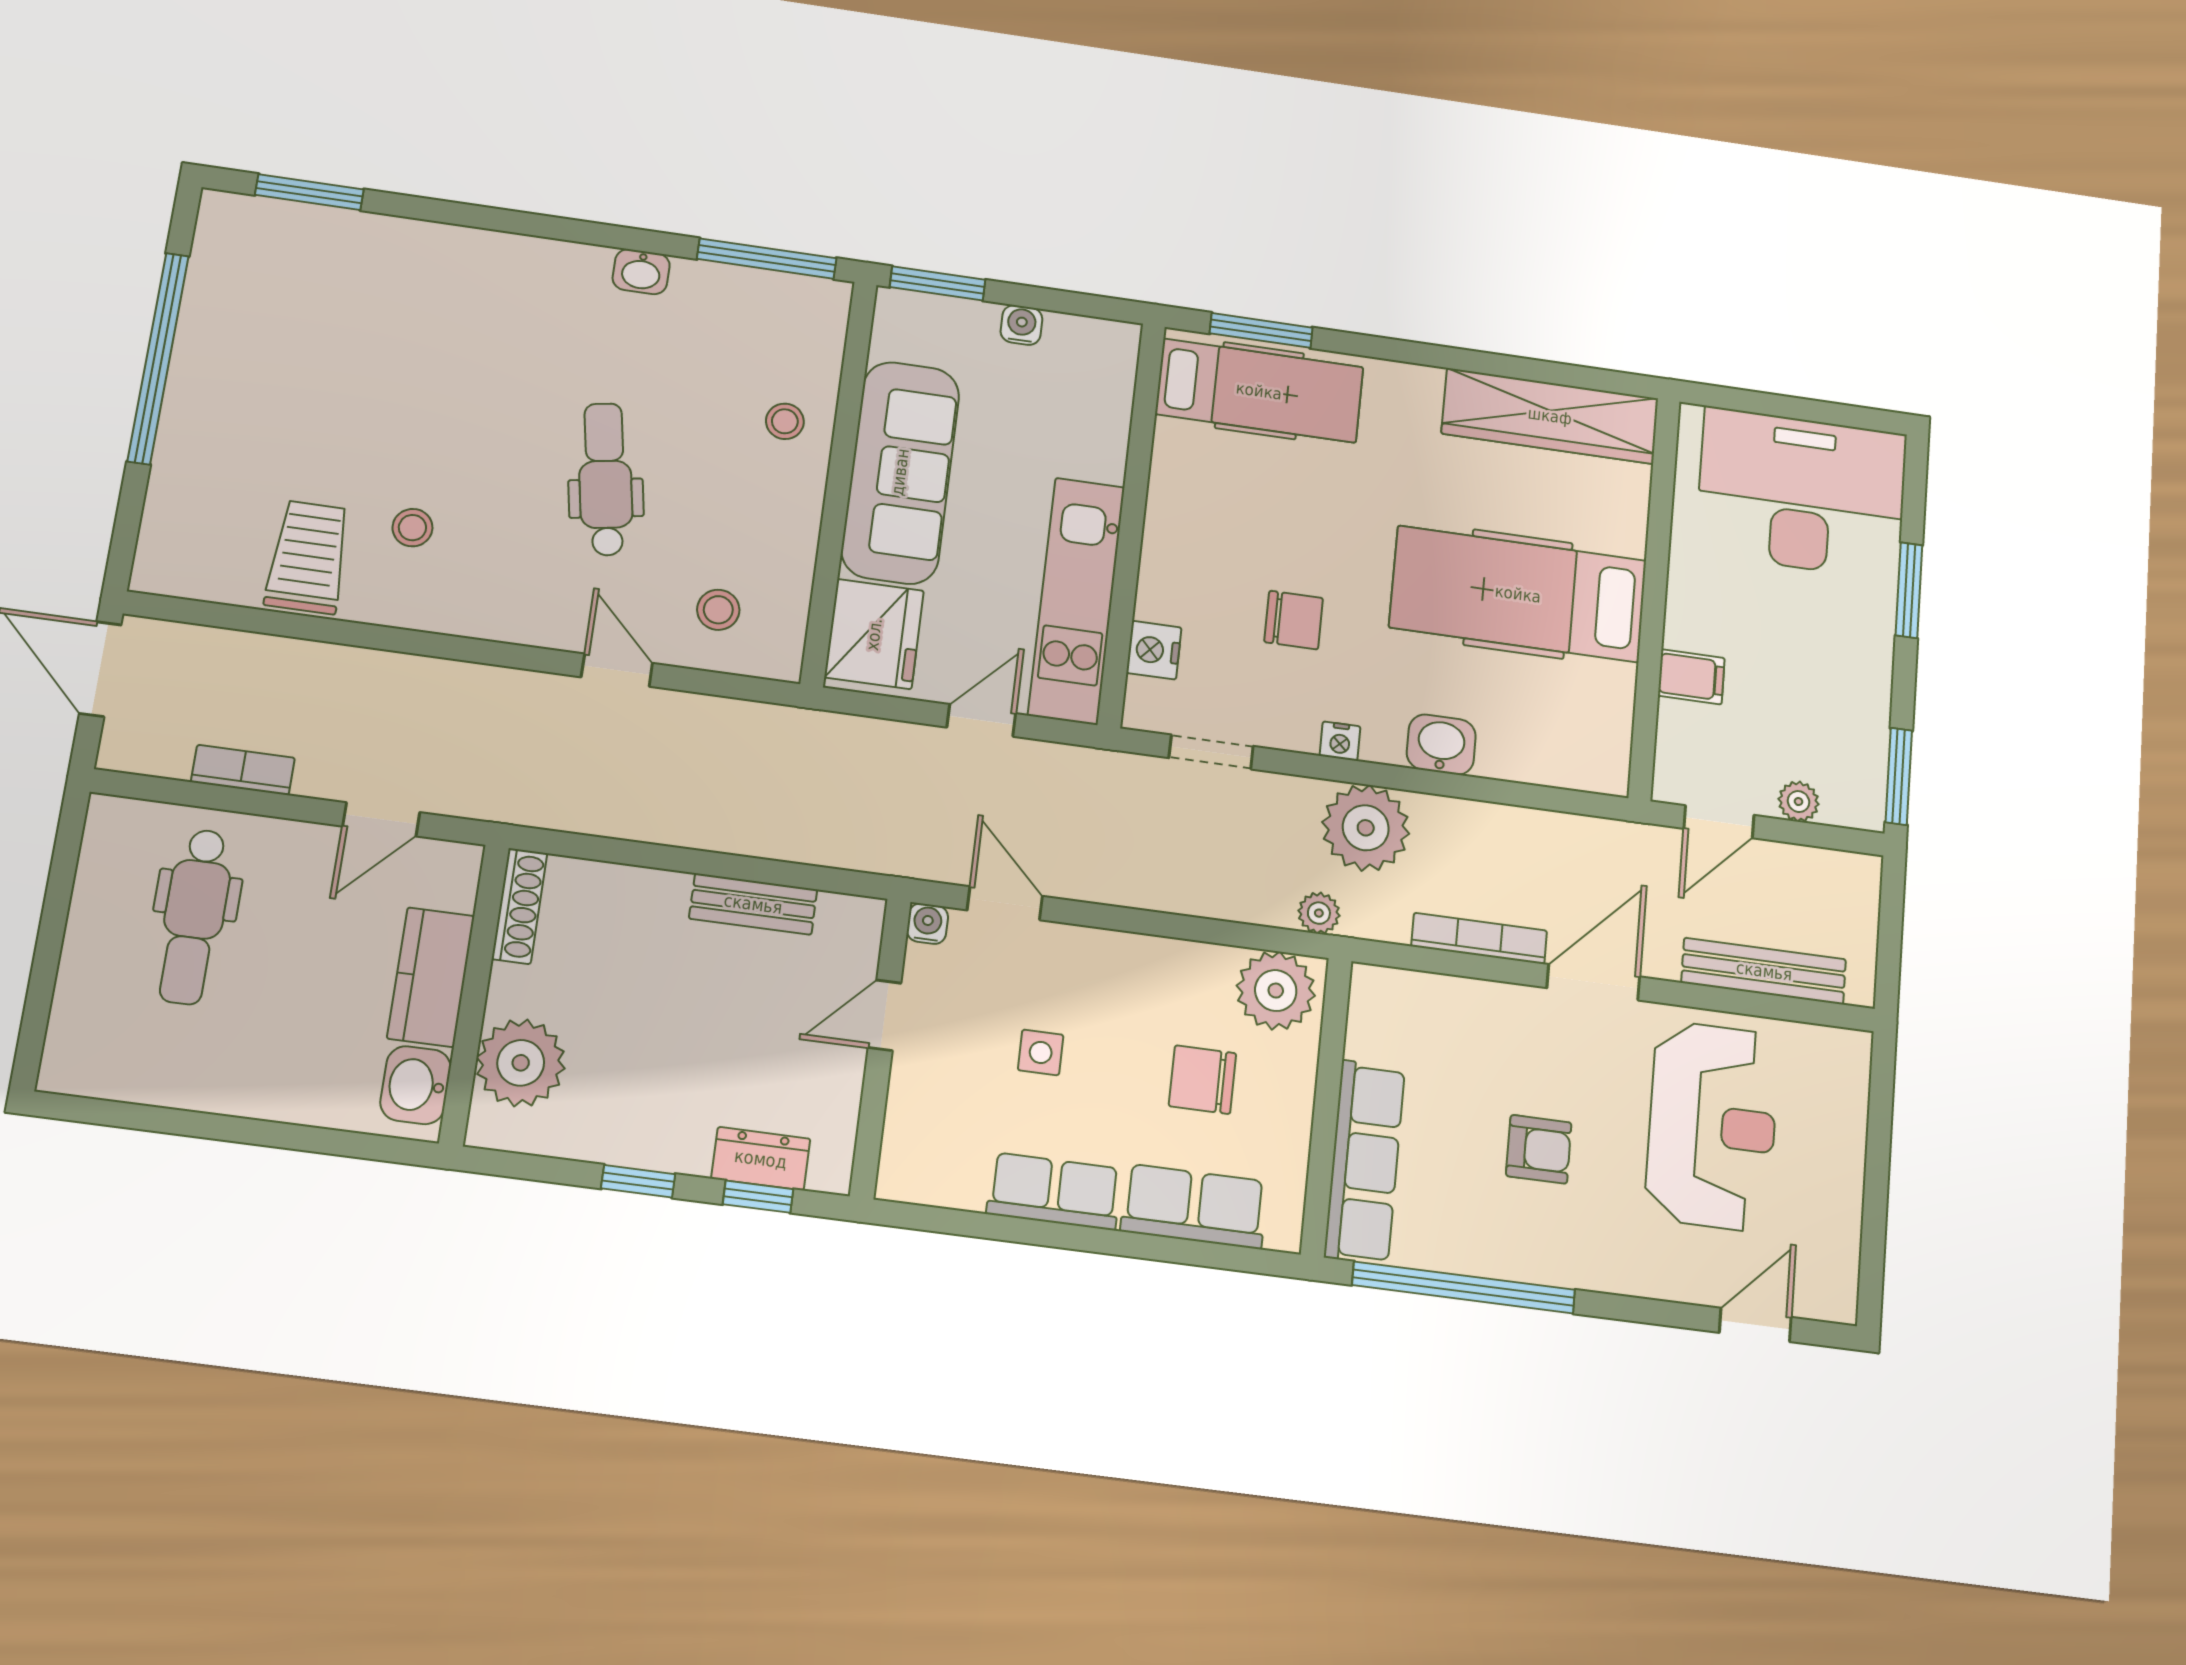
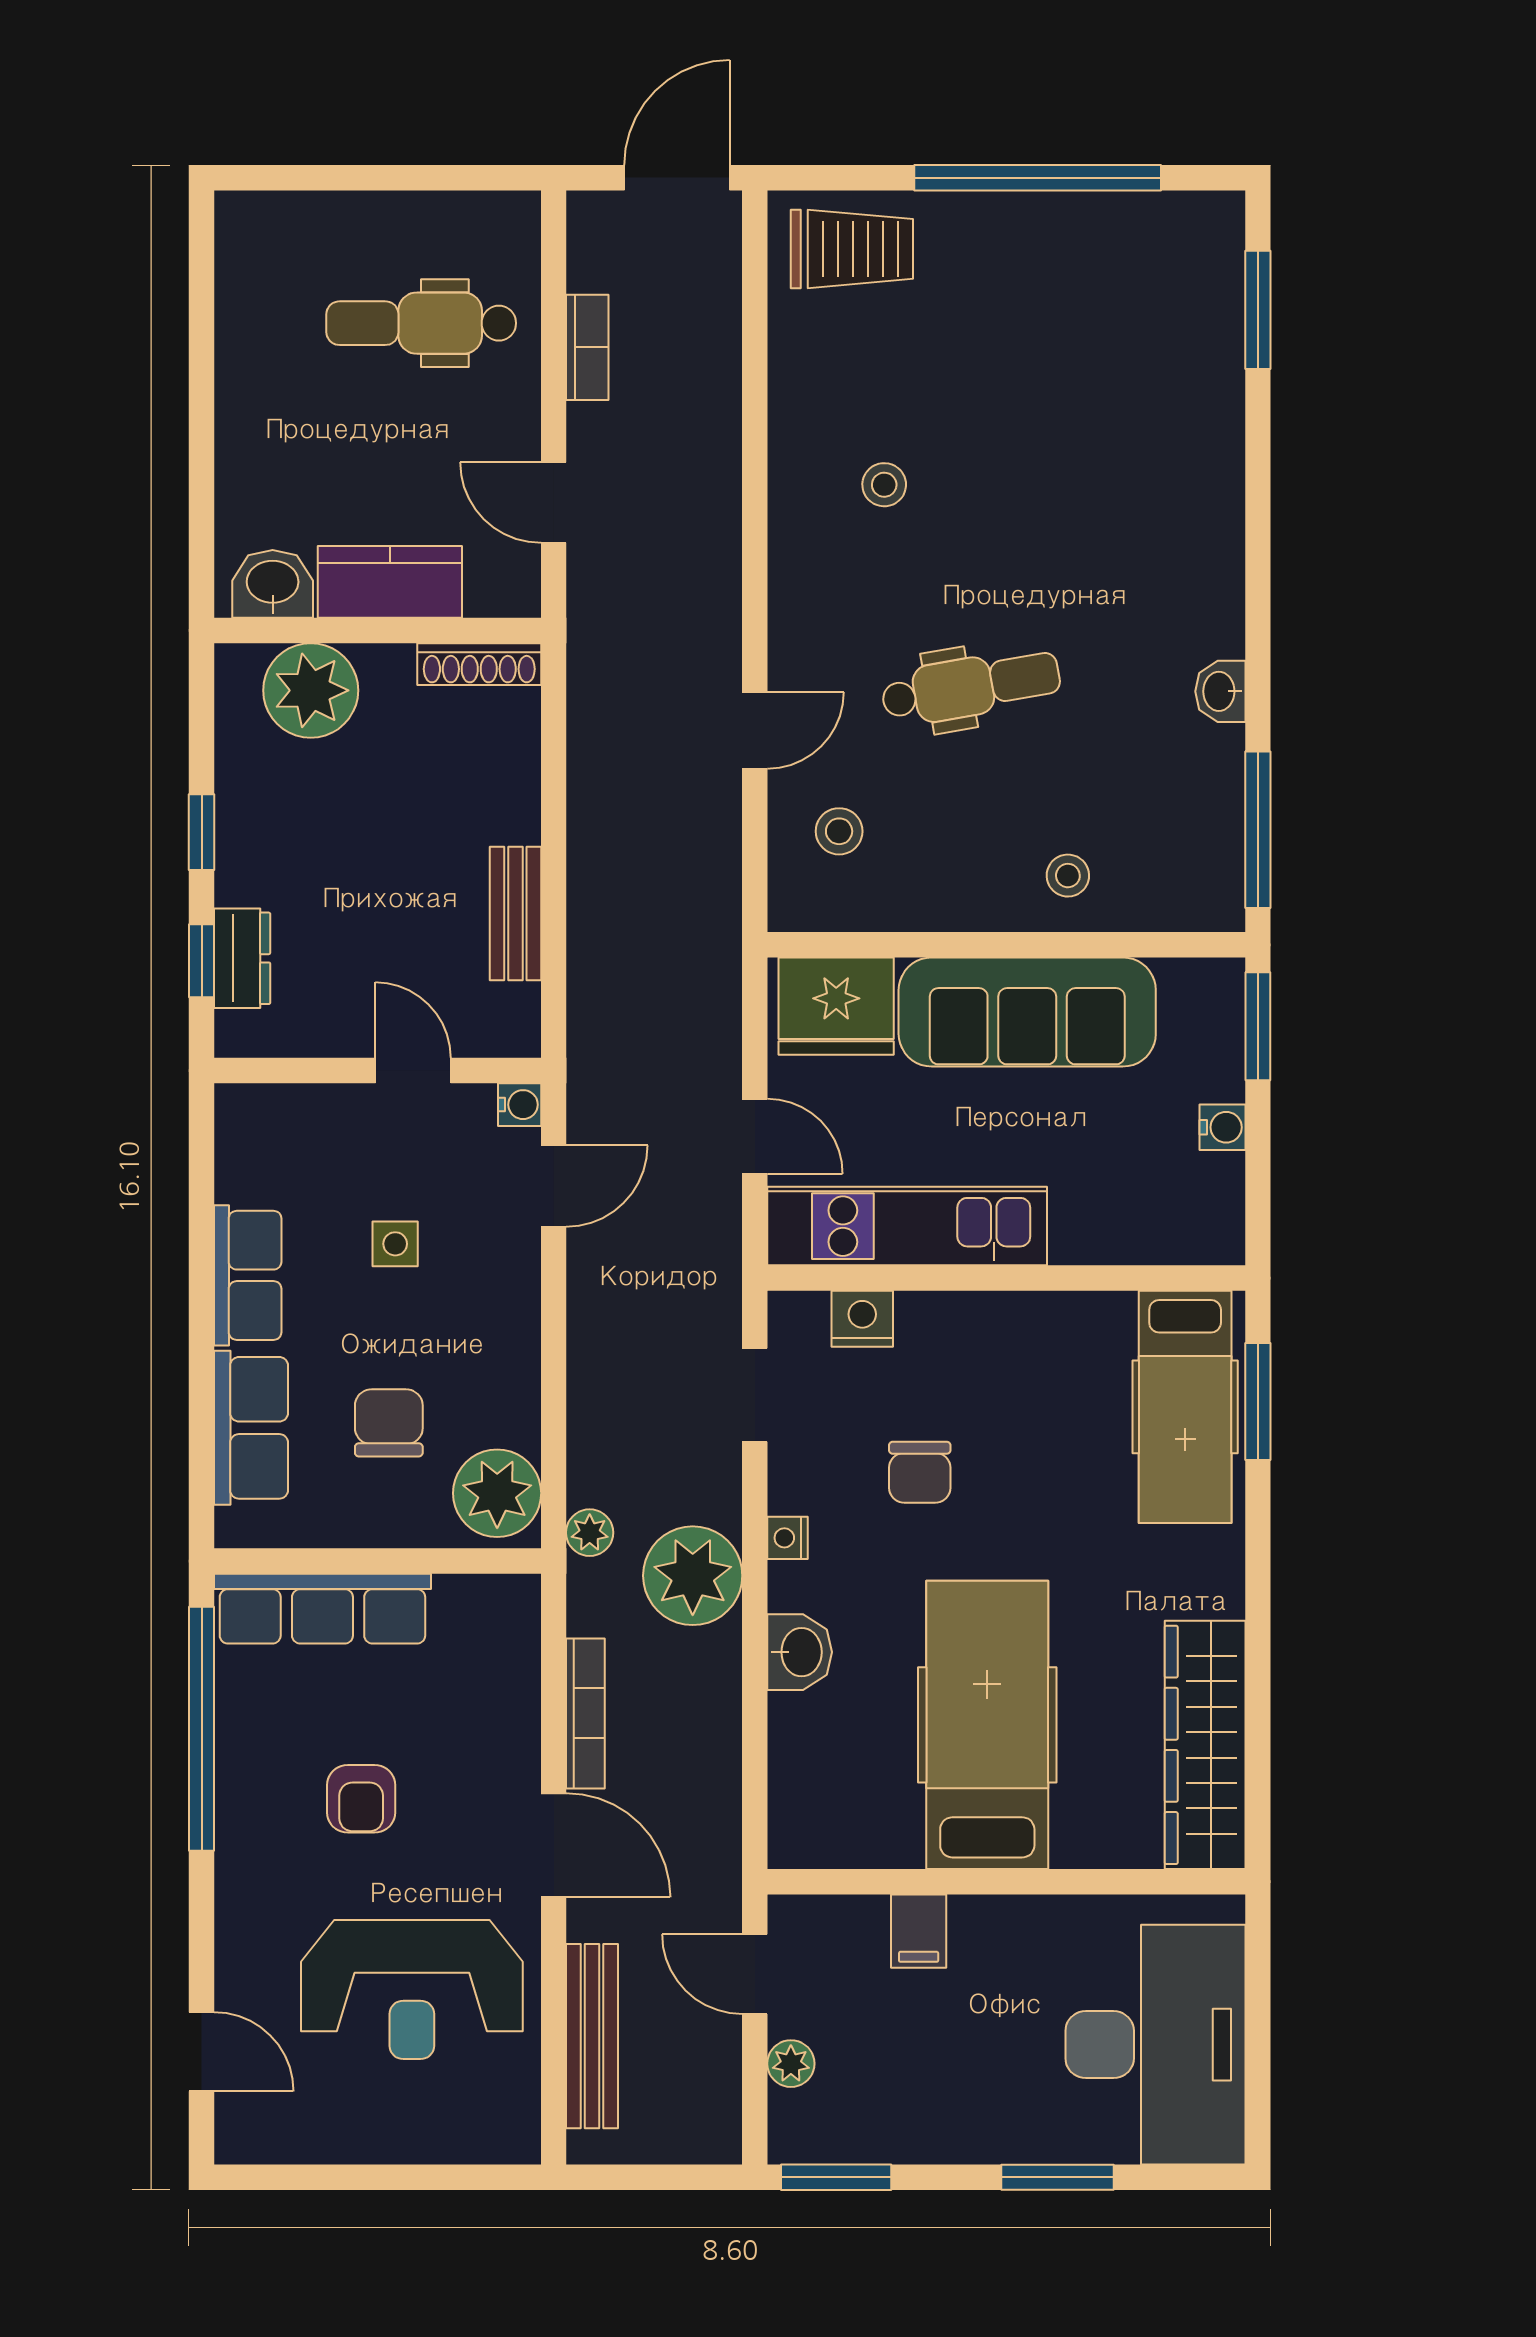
trolley: (308, 557) -> (852, 249), moved

